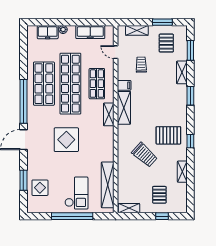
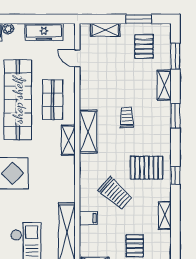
trolley: (141, 65) -> (127, 117), moved
filing cabinet: (124, 85) -> (88, 218), moved

